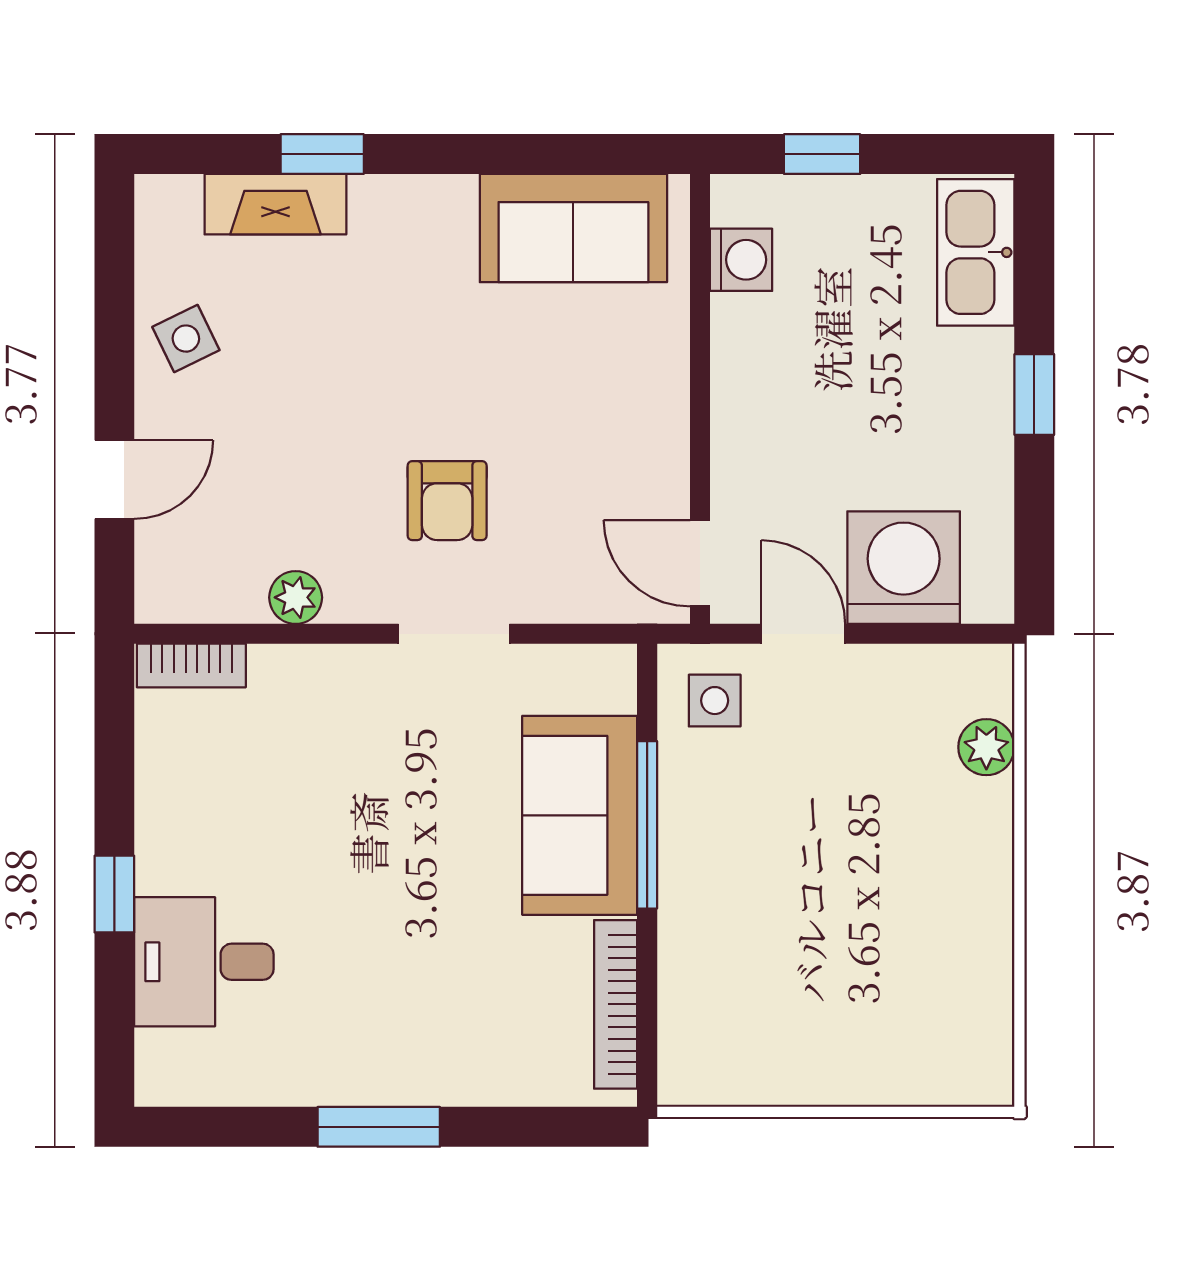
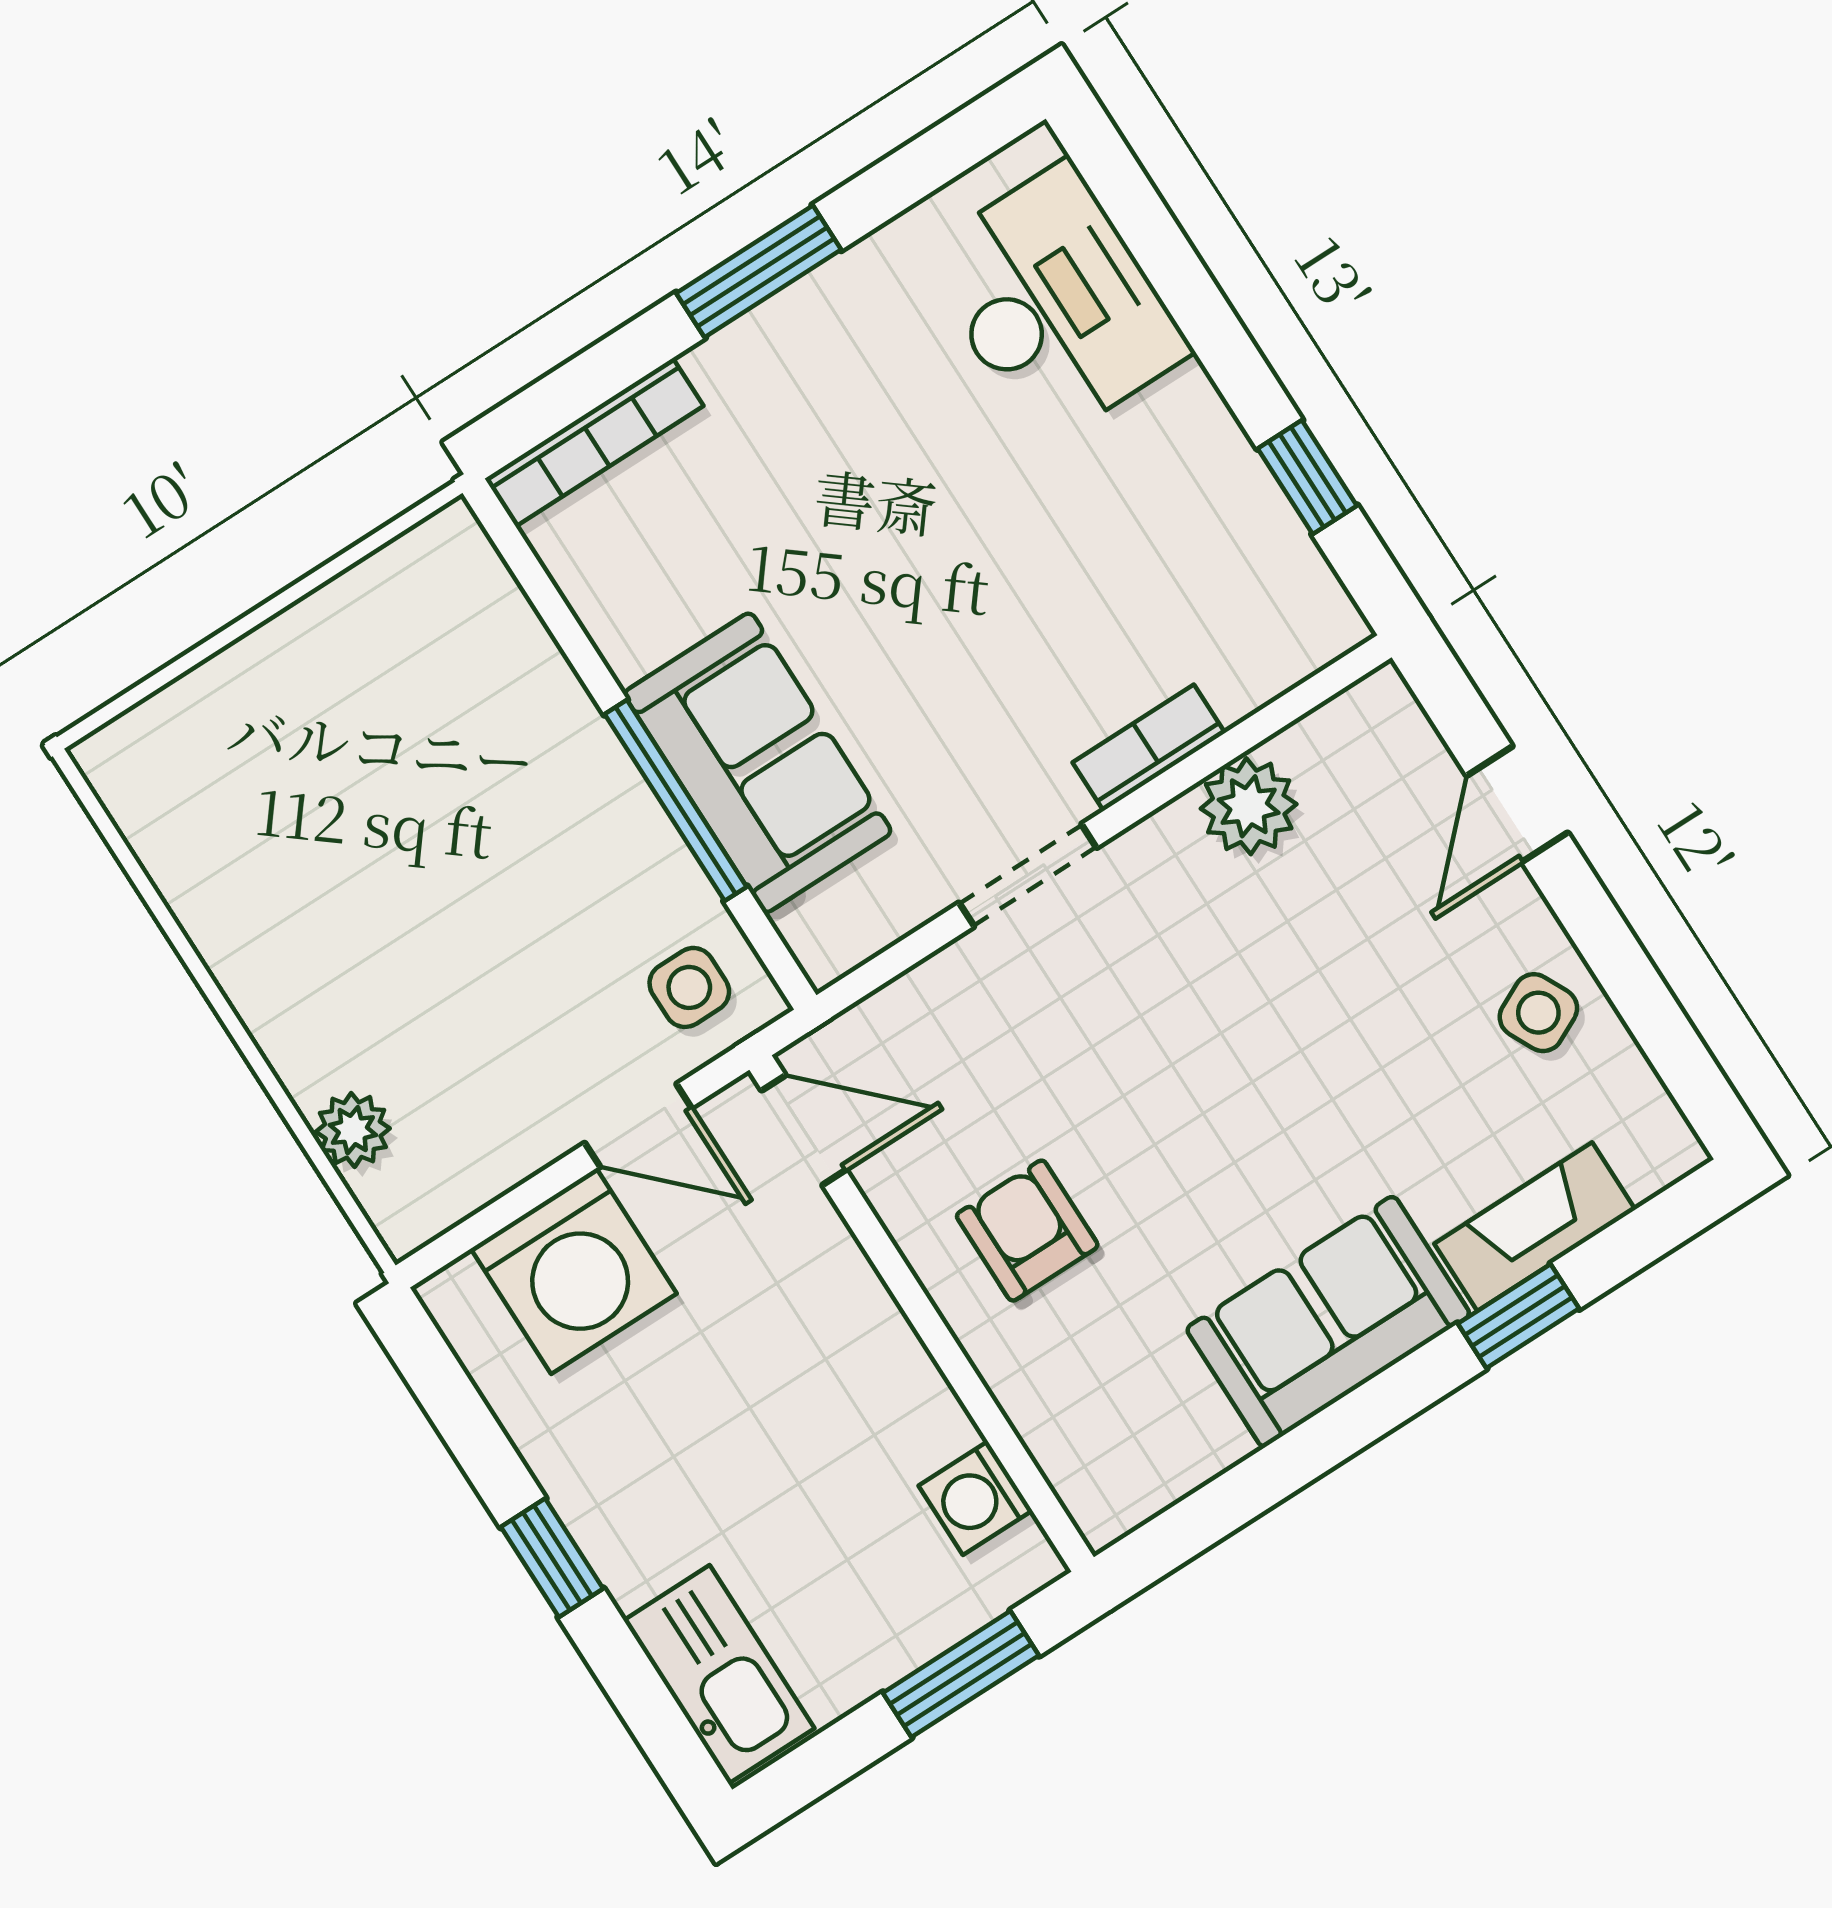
window: (822, 154) -> (961, 1674), width x1.50
sofa: (573, 228) -> (1328, 1322), moved
armchair: (447, 501) -> (1027, 1231), moved
plant: (296, 597) -> (1249, 806), width x1.38, depth x1.38
bookcase: (191, 666) -> (1149, 748), moved
window: (114, 894) -> (1307, 477), moved
desk: (204, 962) -> (1055, 303), width x1.37
bookcase: (616, 1004) -> (594, 442), moved, turned 90

